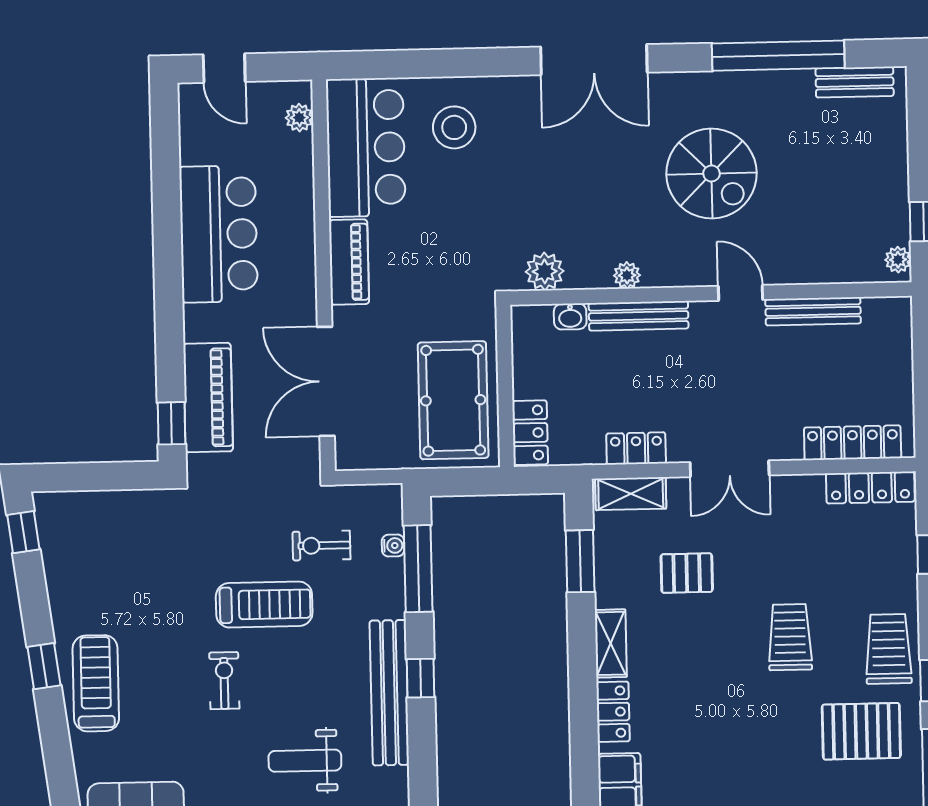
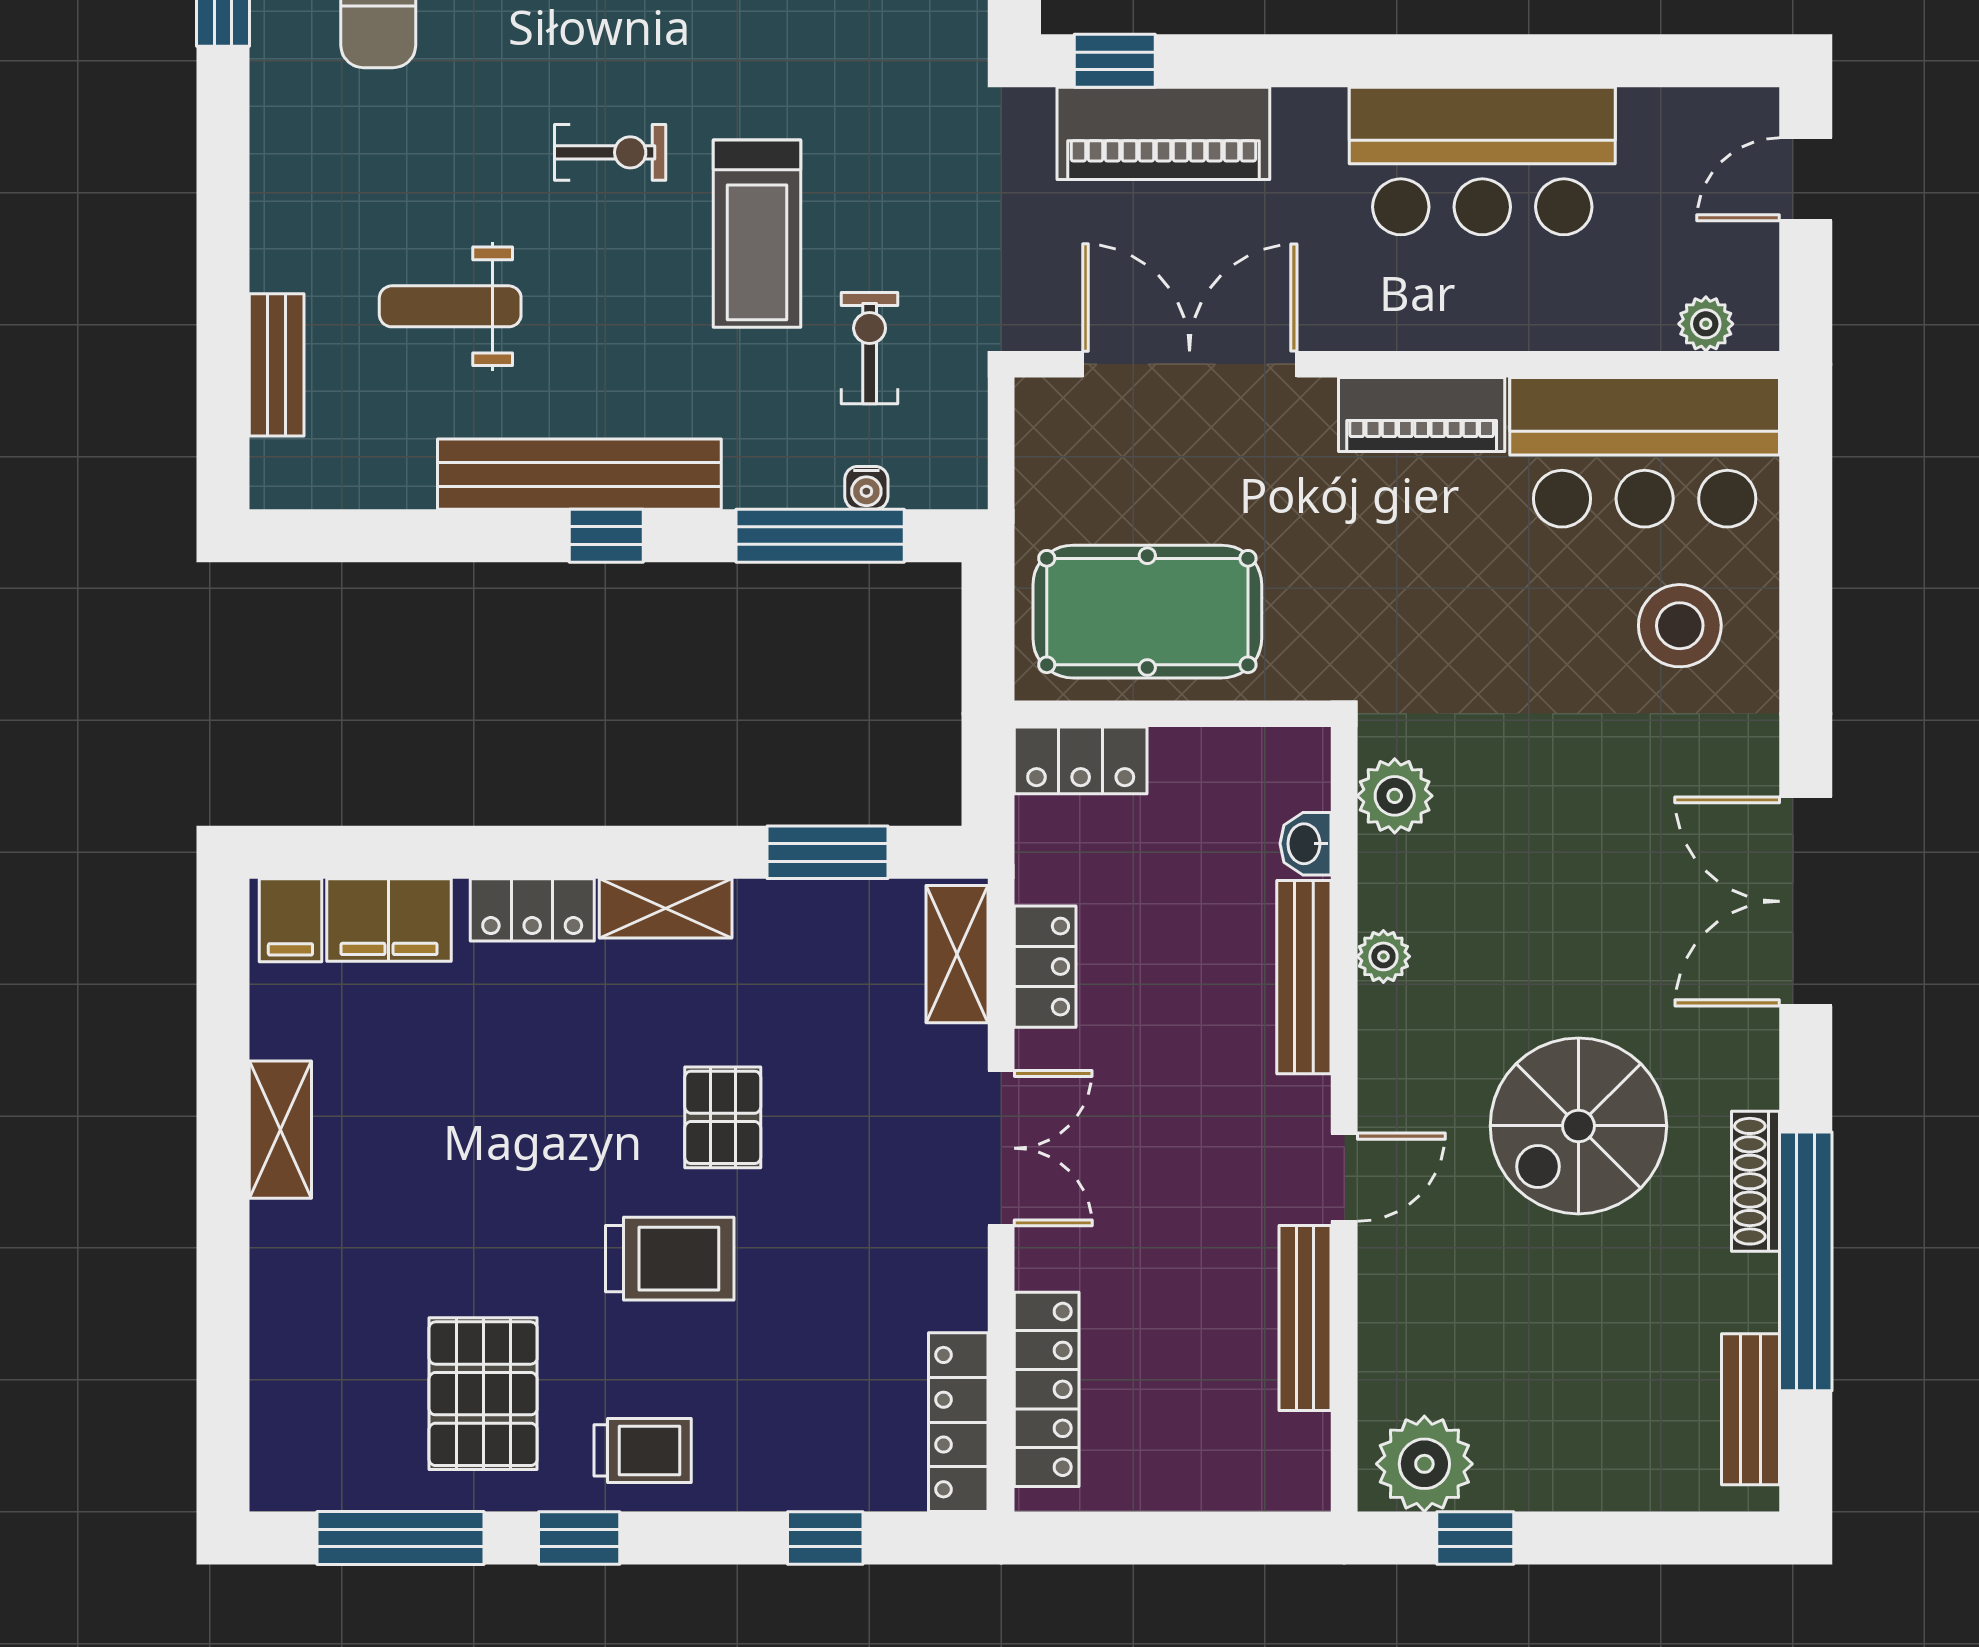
shoe rack: (738, 82) -> (1756, 1181), added
plant: (898, 260) -> (1424, 1464), width x1.88, depth x1.88
double door: (730, 469) -> (1001, 1148), swing flipped
pallet: (687, 573) -> (723, 1117), moved
trolley: (889, 649) -> (643, 1450), width x0.73, depth x0.72
weight bench: (305, 761) -> (450, 306), turned -90

